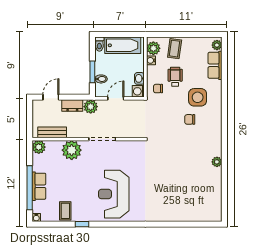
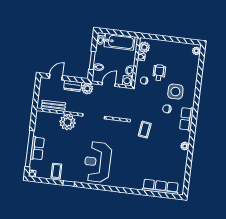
coffee table: (175, 49) -> (145, 130), moved
row of seats: (215, 65) -> (187, 119), moved
plant: (39, 147) -> (41, 116), removed
row of seats: (194, 215) -> (161, 187), added

